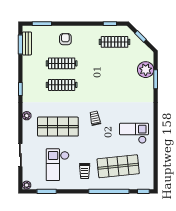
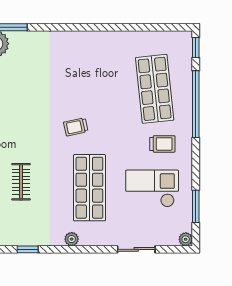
clothes rail: (62, 85) -> (21, 182), width x0.73
checkout: (134, 133) -> (100, 63), removed
checkout: (58, 165) -> (152, 188), turned 180

